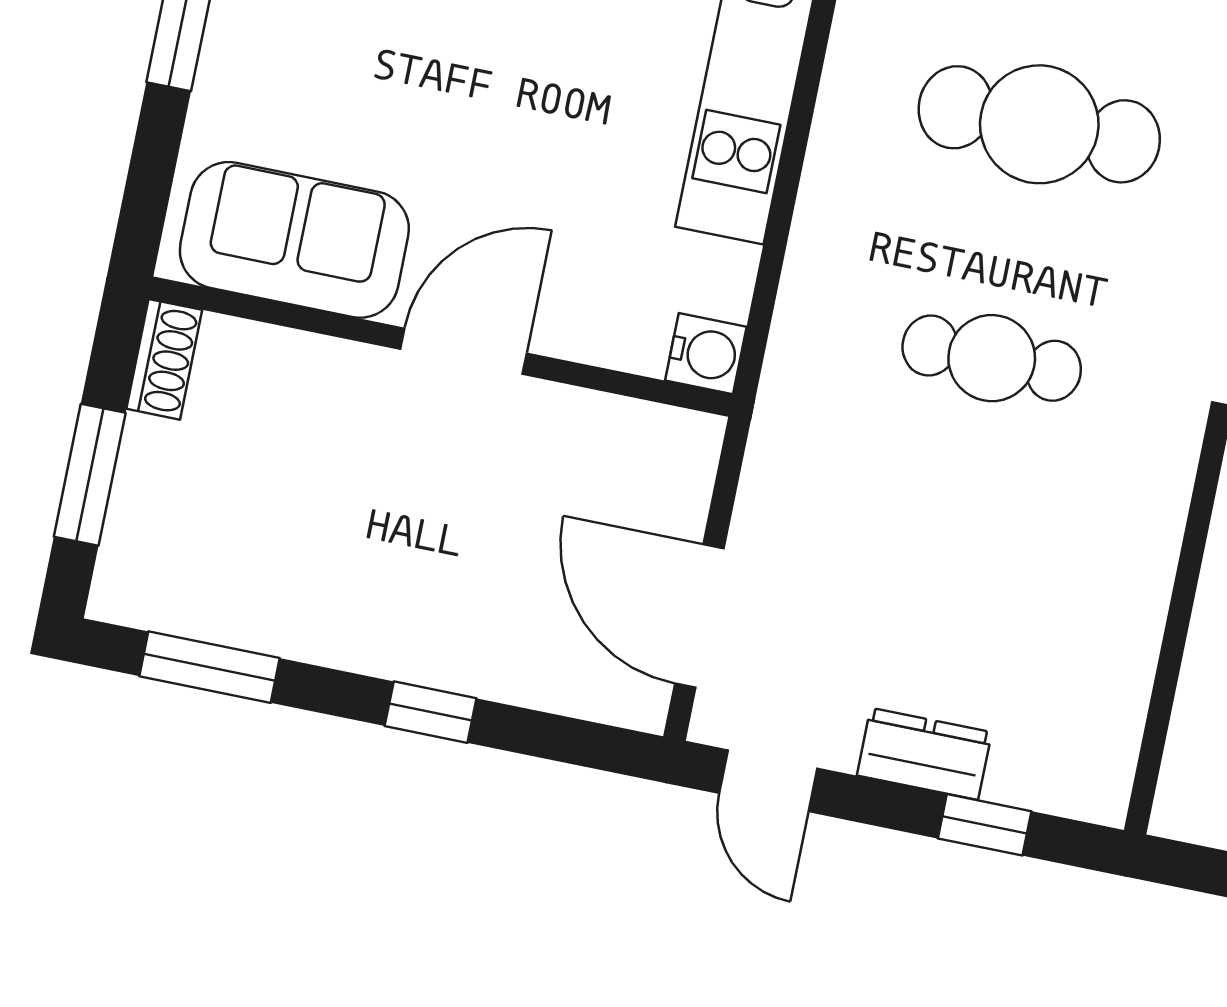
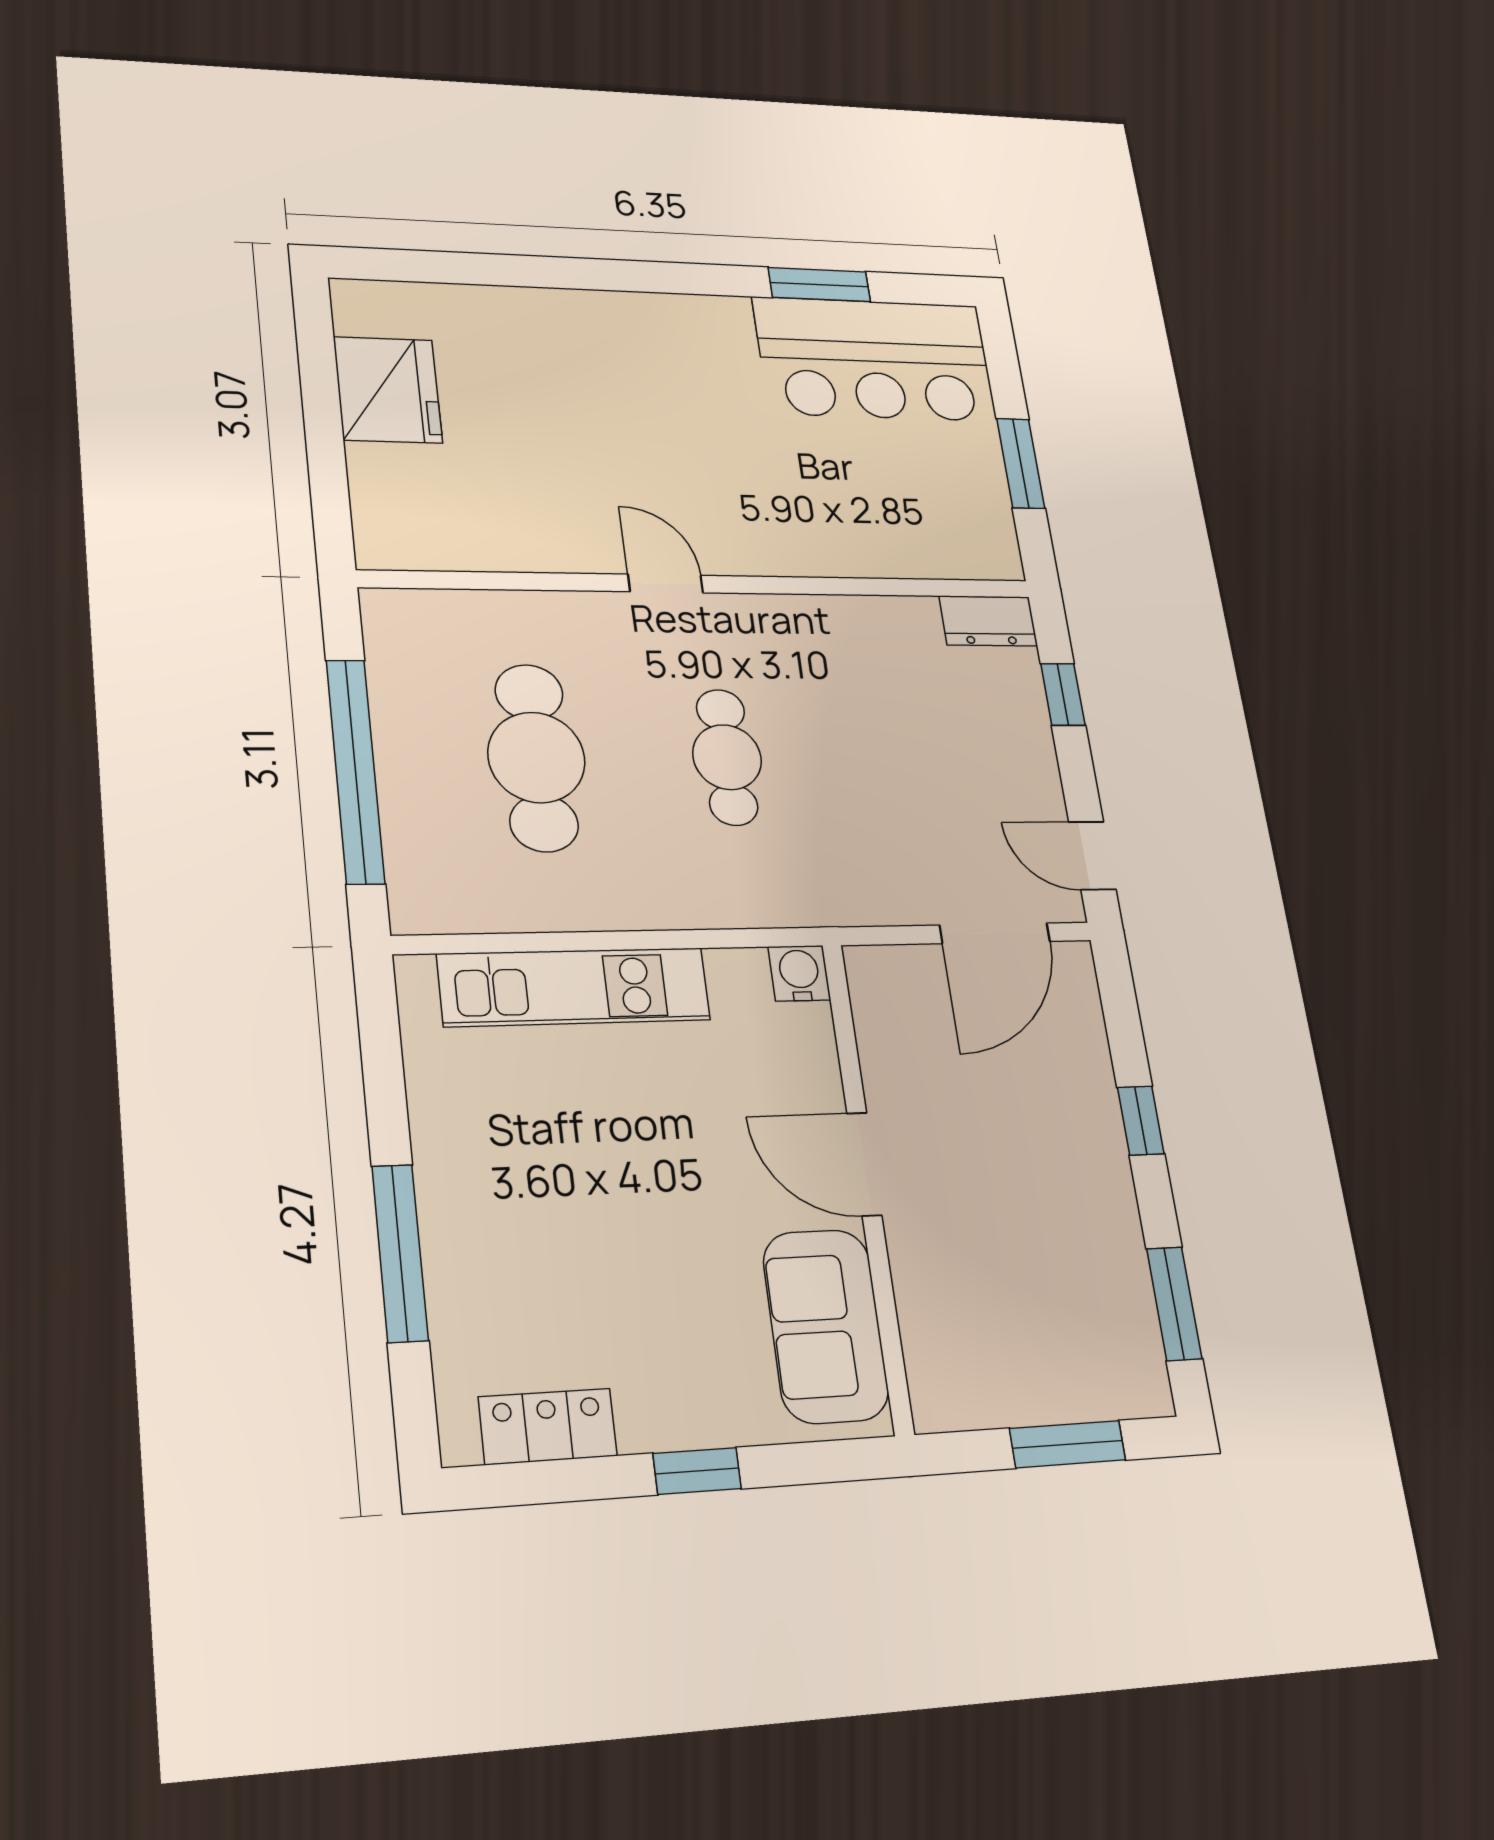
shoe rack: (164, 359) -> (957, 1408), removed
dresser: (924, 754) -> (988, 621), moved, turned -90
door: (768, 781) -> (1092, 856), swing flipped

